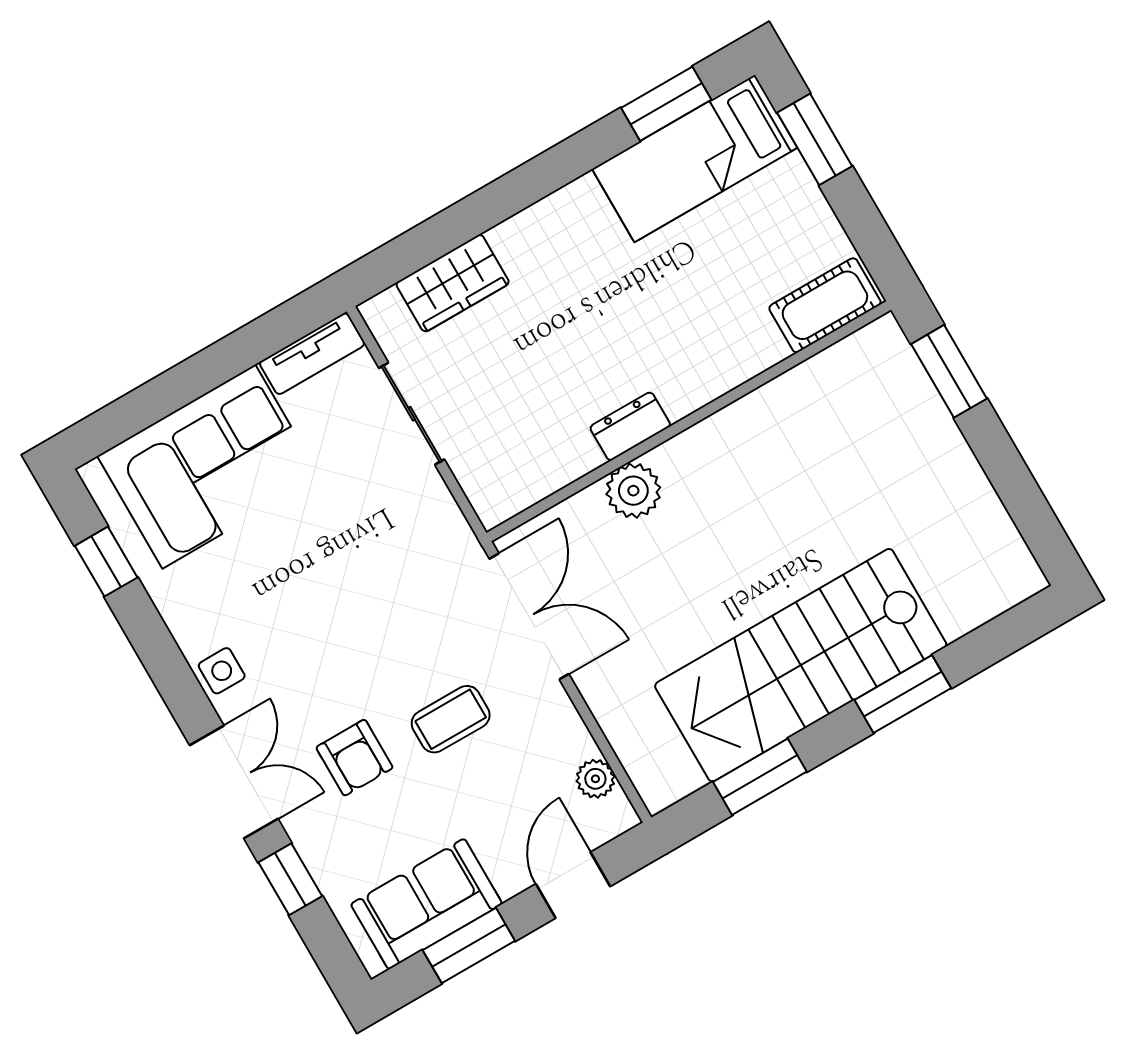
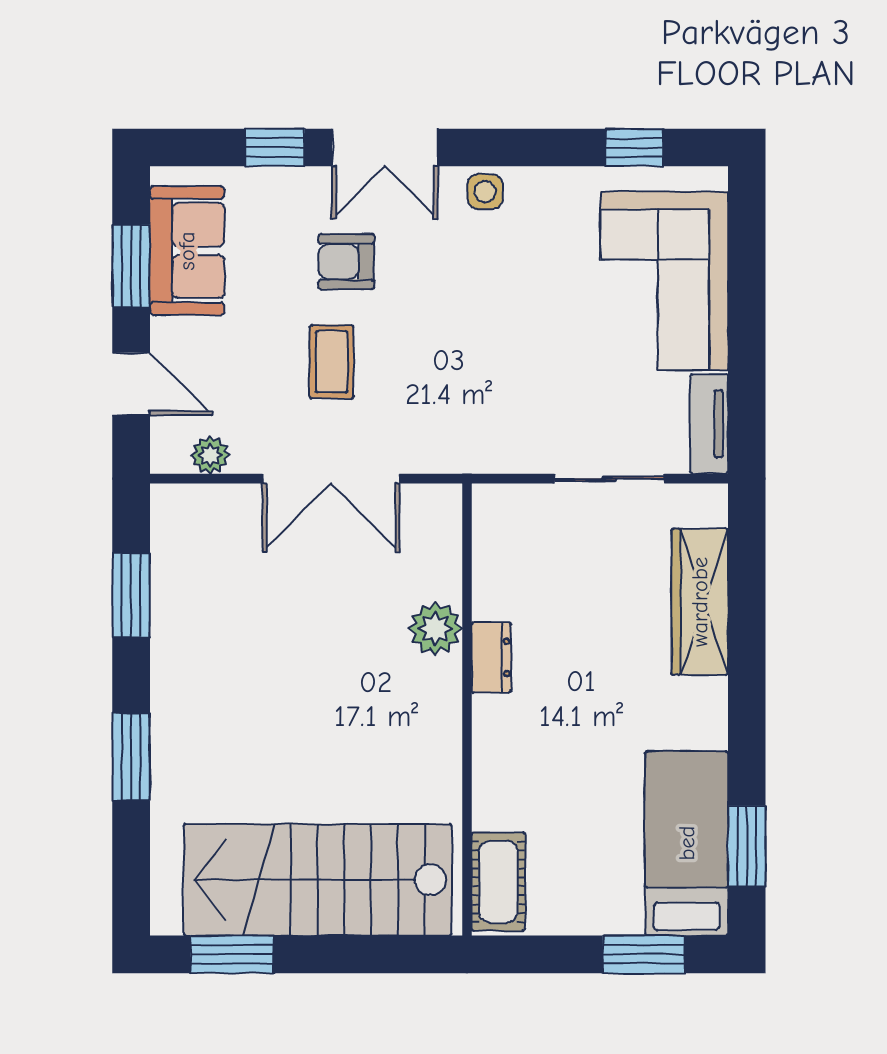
wardrobe: (453, 283) -> (700, 602), width x1.50
window: (949, 371) -> (232, 954), moved
double door: (529, 616) -> (331, 479), moved
stairs: (801, 665) -> (318, 880), moved, turned -90

